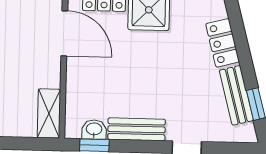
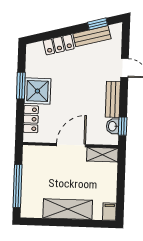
door: (64, 33) -> (71, 145), moved

